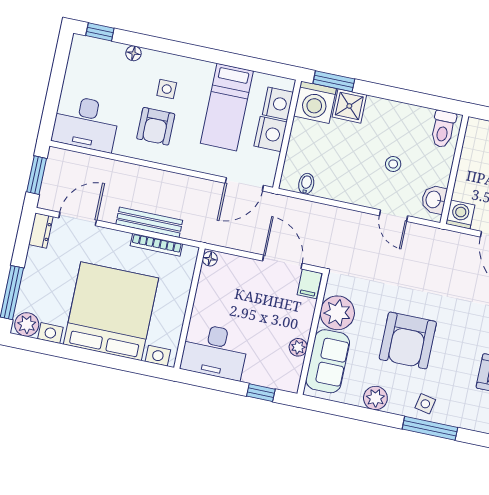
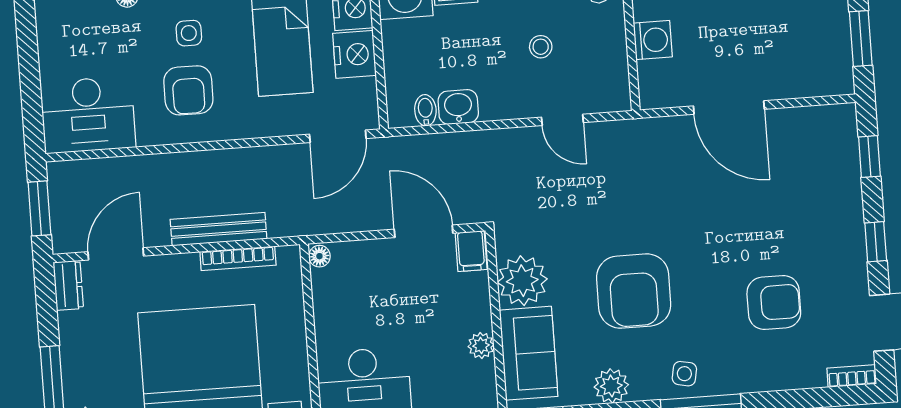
washbasin: (434, 200) -> (458, 107), moved, turned 90
washing machine: (460, 214) -> (653, 40), moved, turned 90

